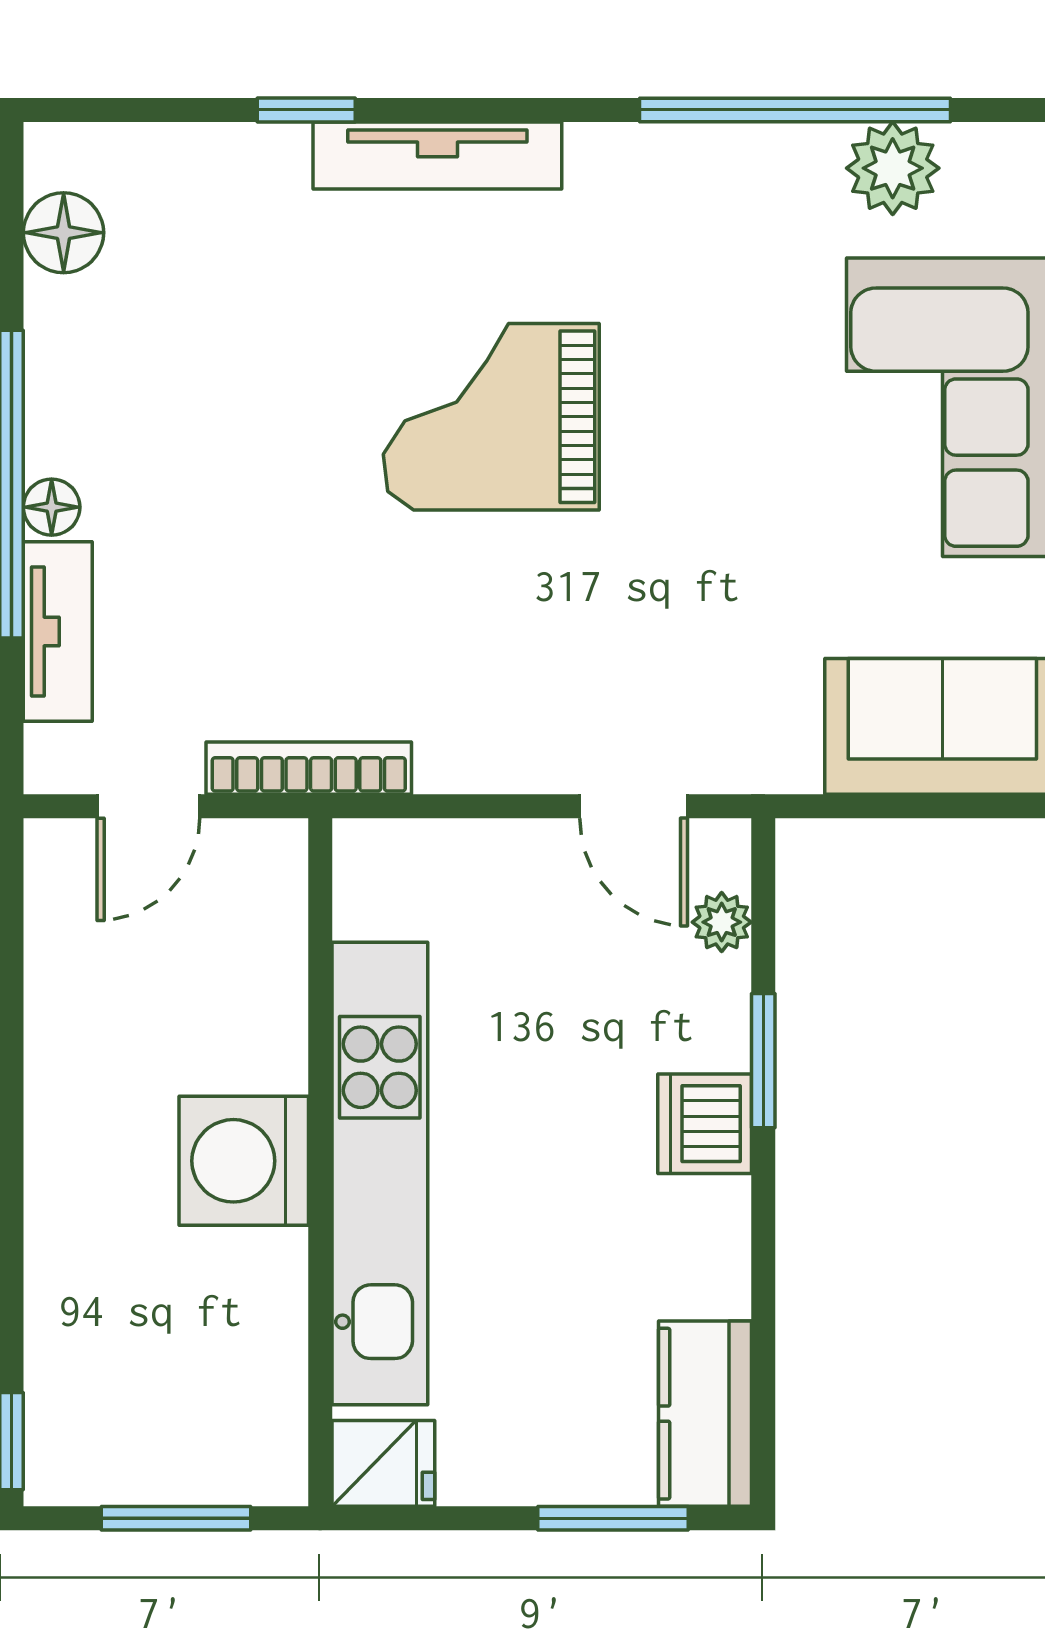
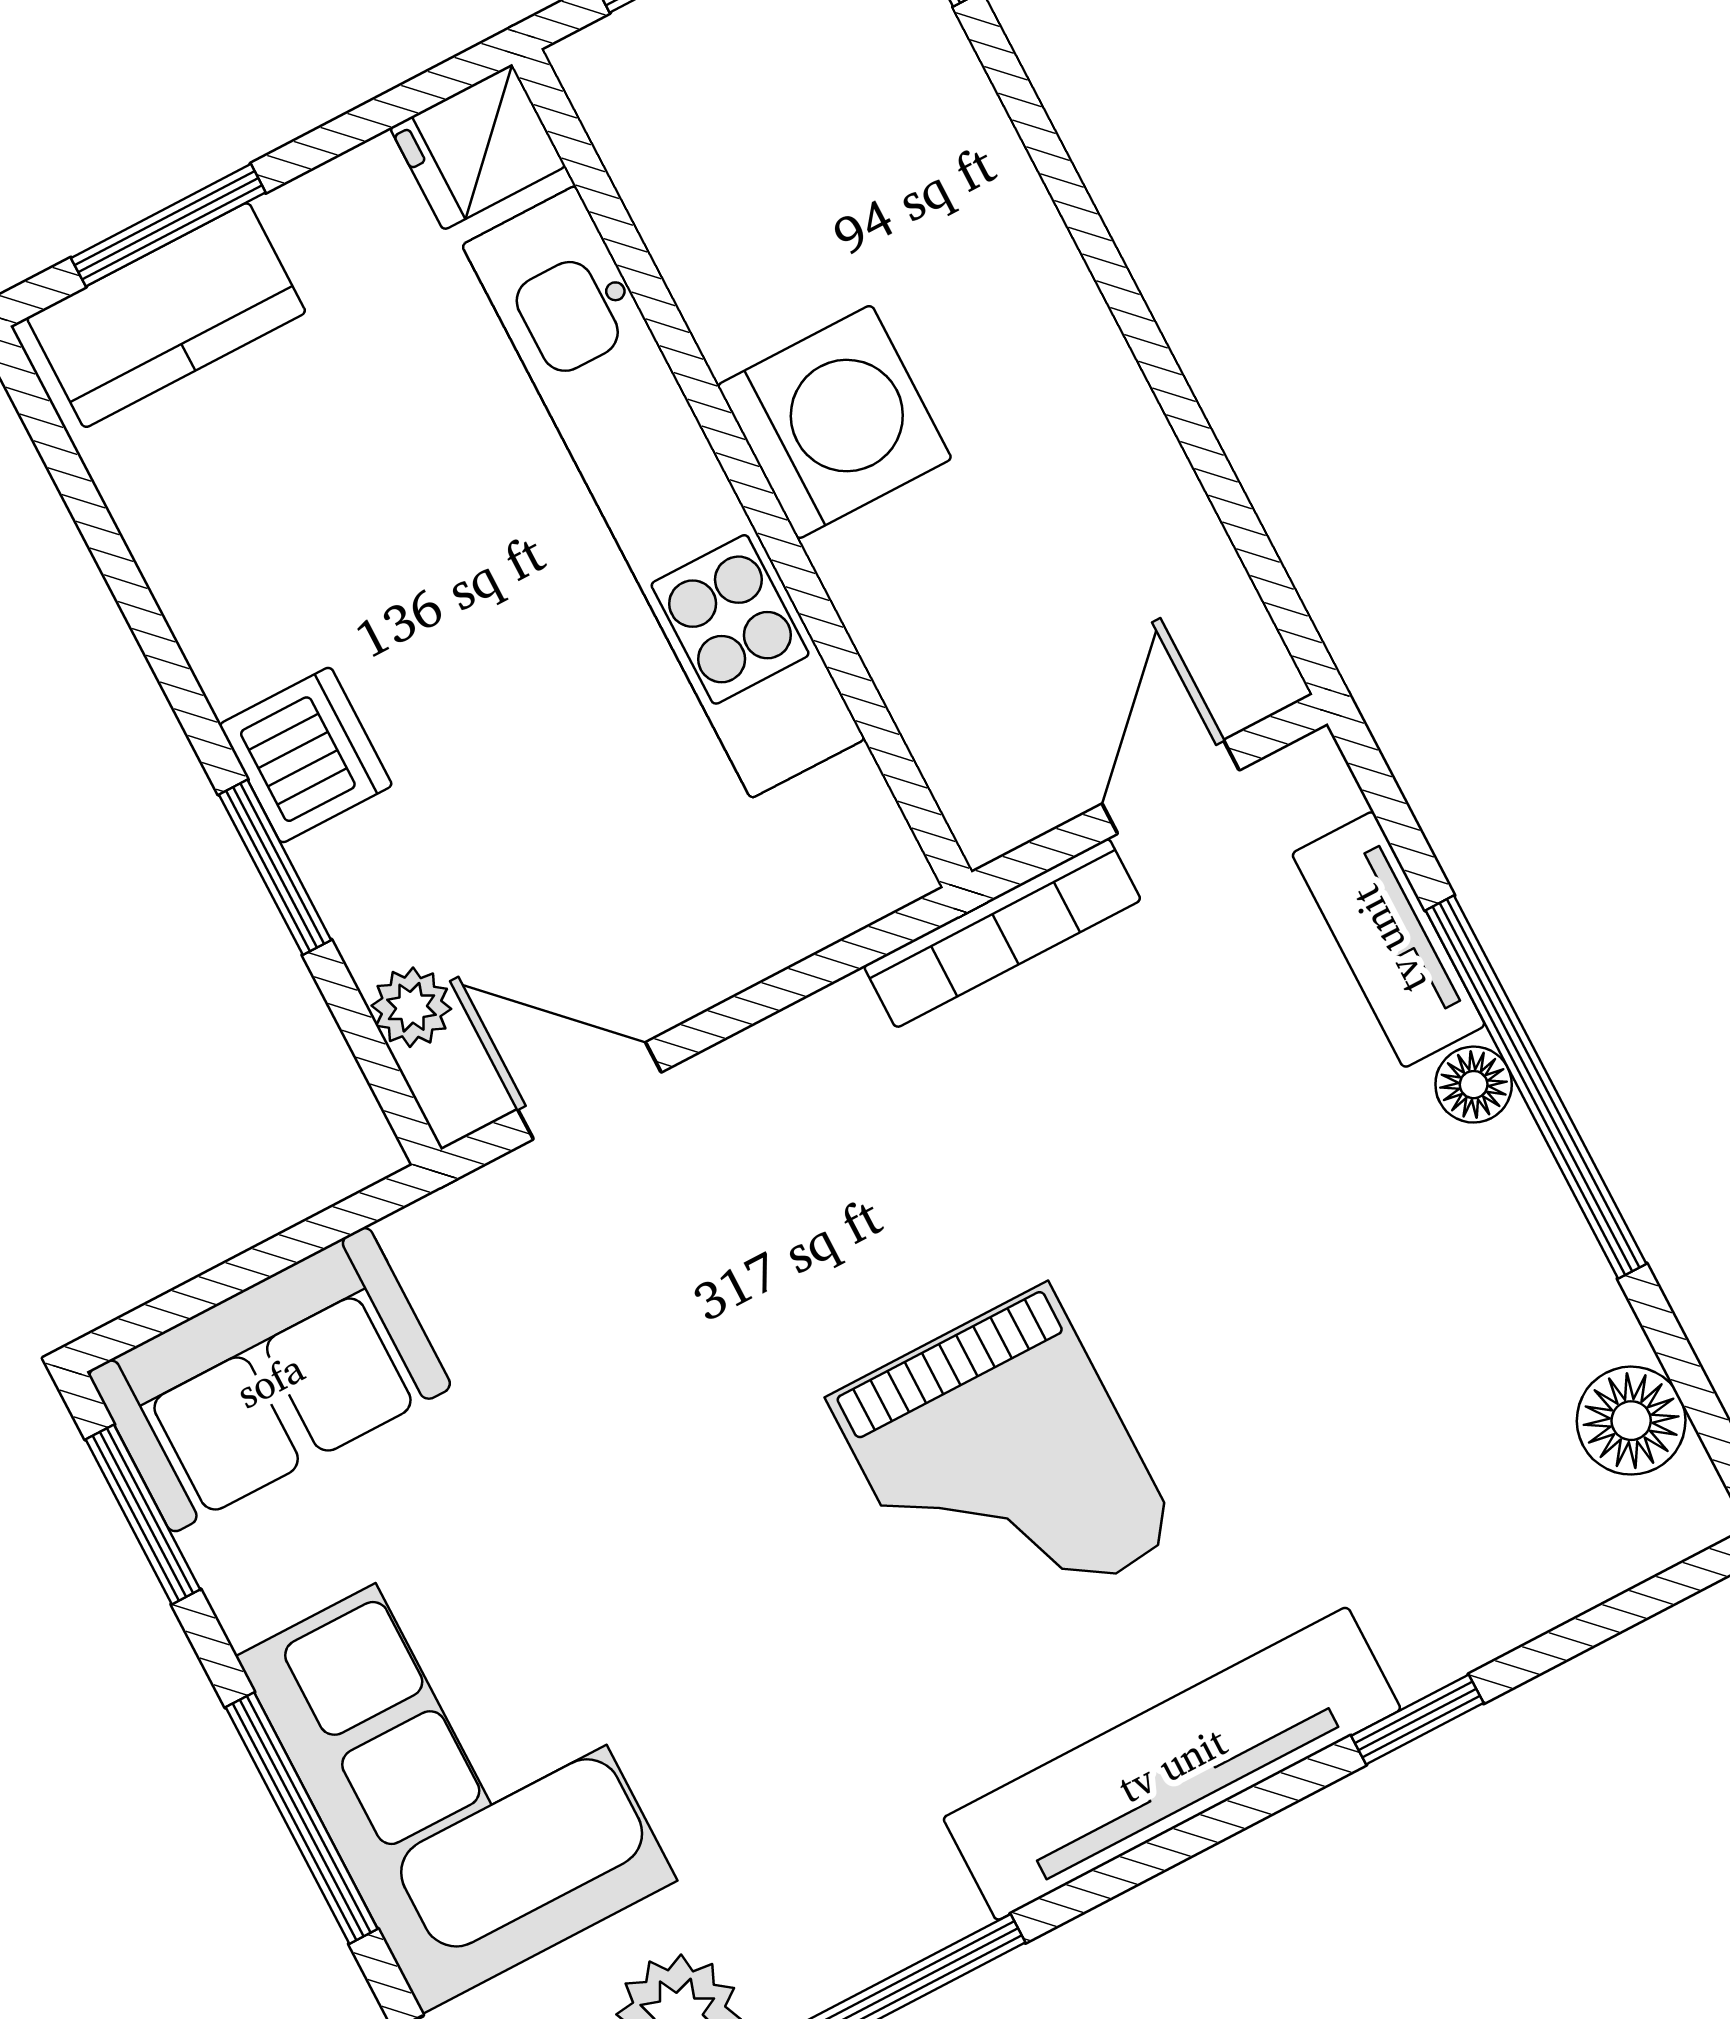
tv unit: (437, 156) -> (1172, 1764), width x1.36, depth x1.29
grand piano: (491, 417) -> (1004, 1468), turned 90
kitchen counter: (705, 1414) -> (166, 315), moved, turned 90

